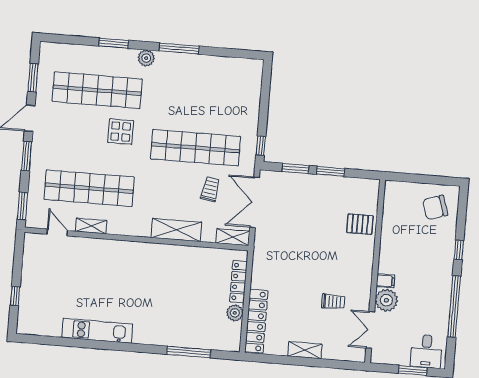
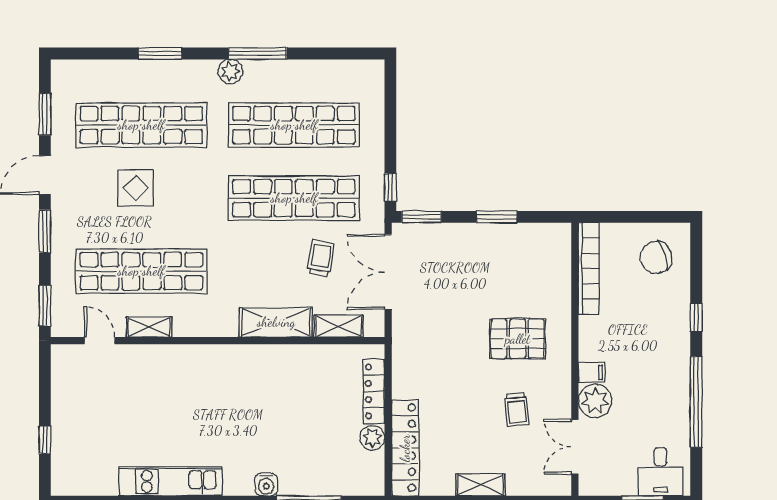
plant: (146, 58) -> (230, 72), moved
shop shelf: (199, 99) -> (294, 125), added
display table: (121, 132) -> (135, 188), moved
window: (296, 168) -> (422, 217), moved
bookcase: (389, 211) -> (589, 269), added
pallet: (360, 224) -> (518, 339), moved, width x1.50, depth x1.42
shelving: (233, 237) -> (339, 326), moved
trolley: (333, 302) -> (517, 409), turned 85
water cooler: (161, 338) -> (266, 484), added

